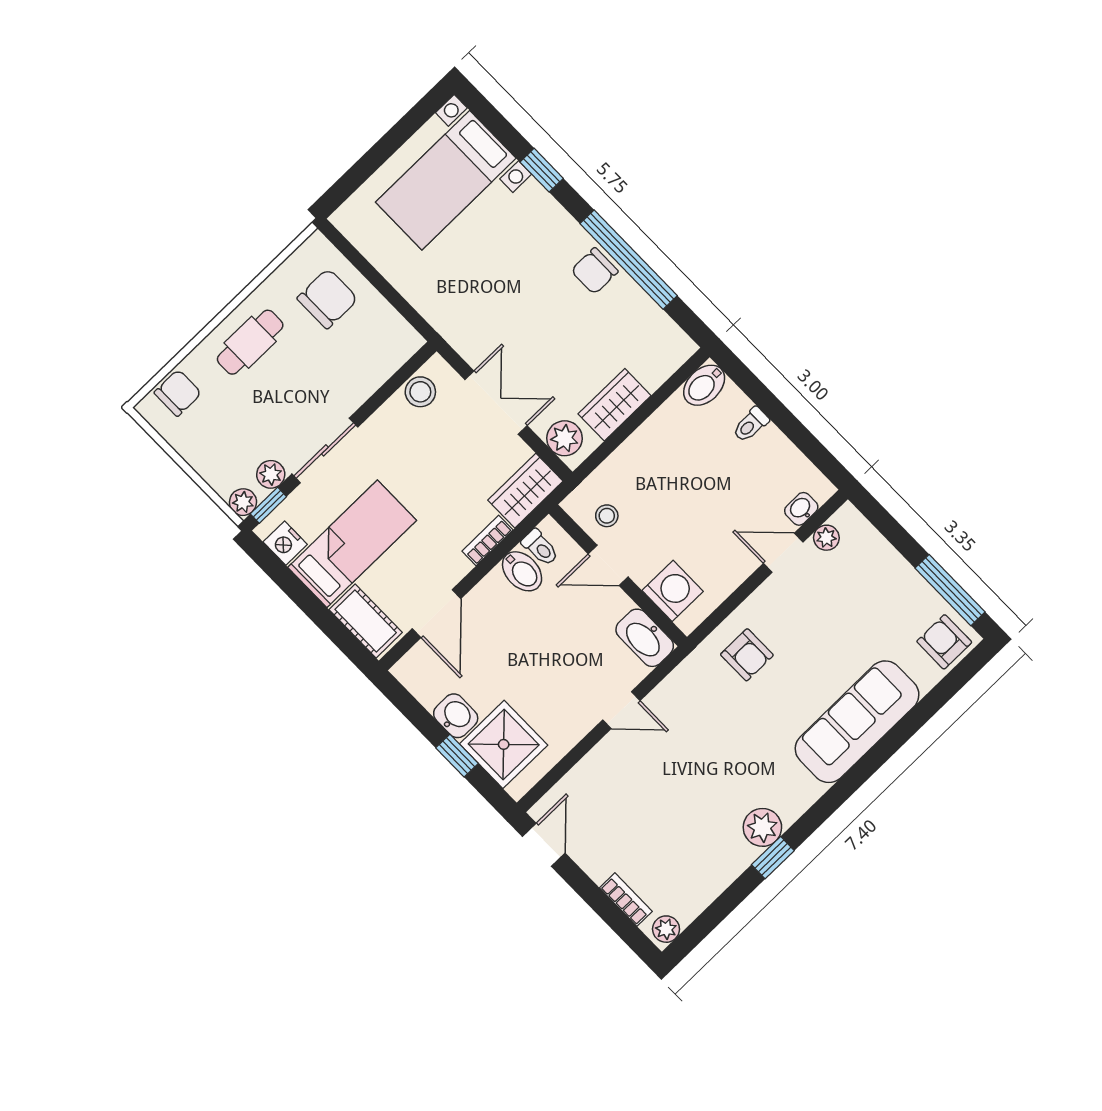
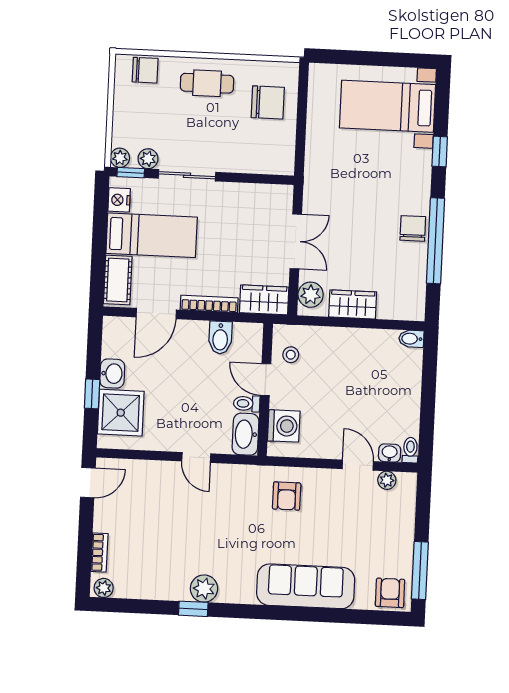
chair: (595, 271) -> (413, 228), turned 90
bidet: (704, 385) -> (411, 339), width x0.72, depth x0.74
stool: (420, 392) -> (264, 197), removed
toilet: (751, 425) -> (410, 450), moved, turned 90
bookcase: (487, 541) -> (209, 304), width x1.56
toilet: (540, 547) -> (247, 404), moved, turned 90

